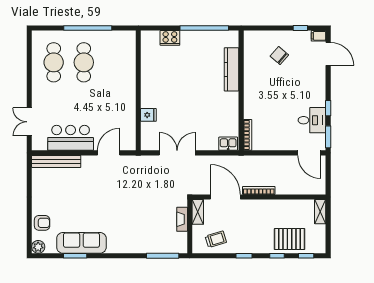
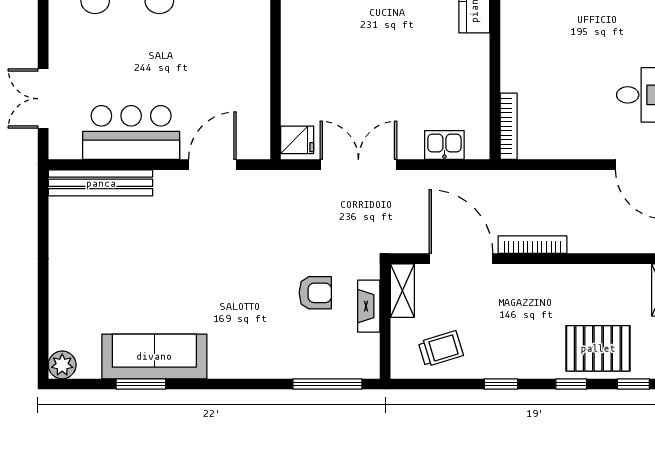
fridge: (148, 115) -> (297, 140), moved
kitchen sink: (228, 144) -> (444, 145), moved
armchair: (42, 223) -> (315, 293), moved

